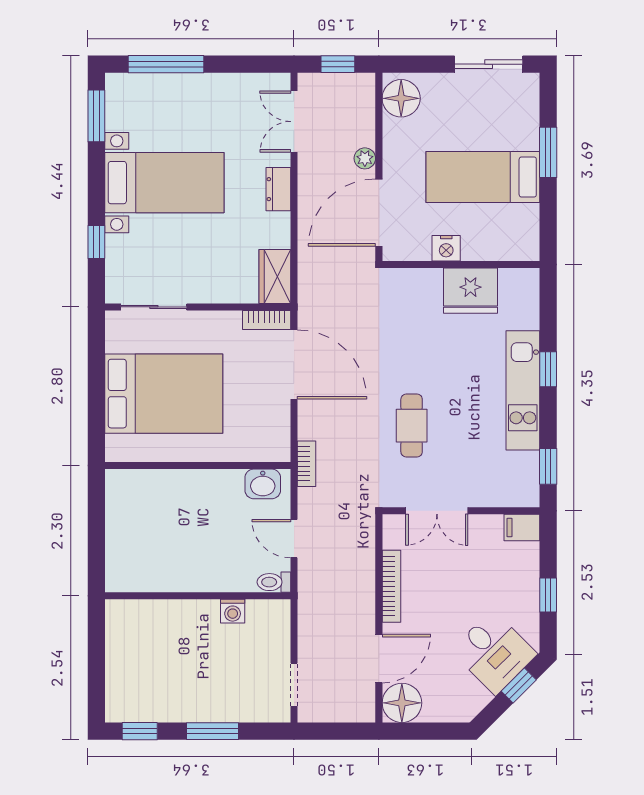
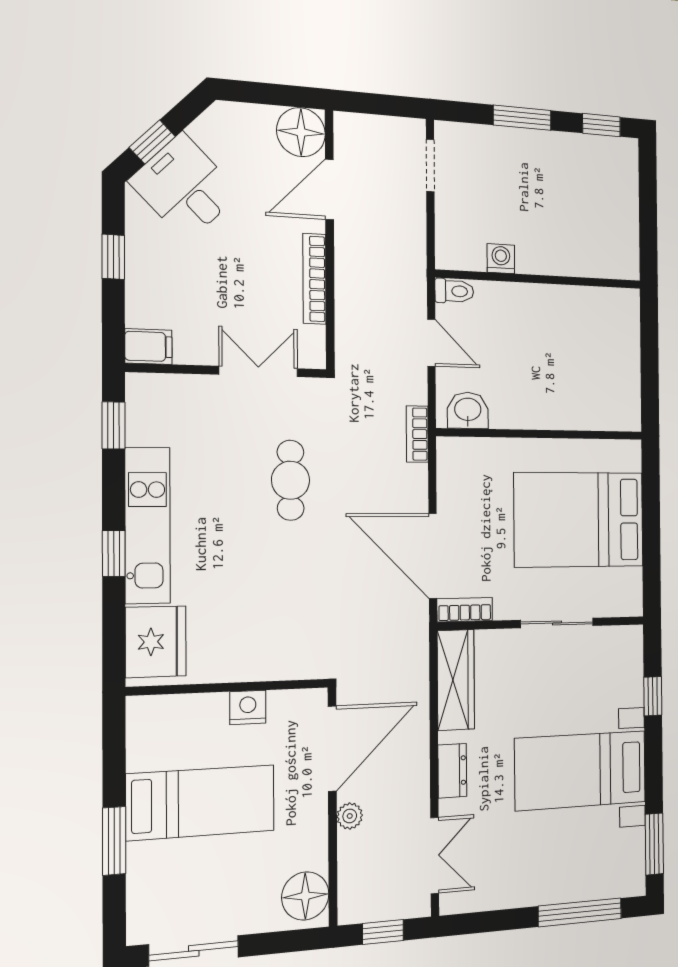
wardrobe: (275, 276) -> (456, 680), width x1.50
fridge: (470, 291) -> (156, 642), moved, turned 90
sliding door: (154, 307) -> (557, 623), moved

